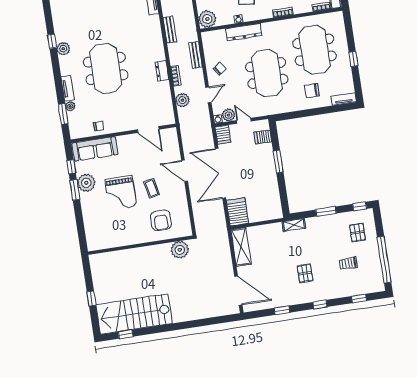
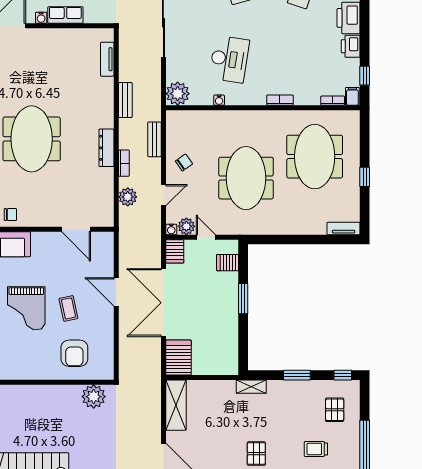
dresser: (244, 32) -> (224, 119), removed
dresser: (162, 71) -> (106, 148), width x1.44
chair: (312, 91) -> (303, 211), removed

